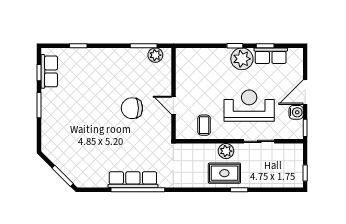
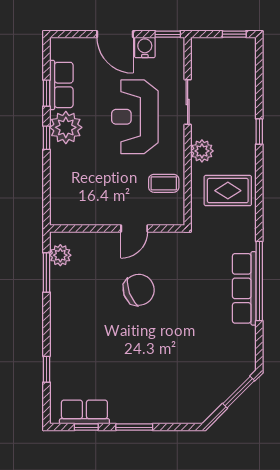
chair: (132, 108) -> (139, 290), turned -110
rug: (224, 173) -> (228, 191), moved, turned 90

